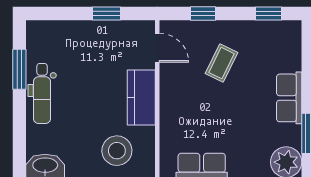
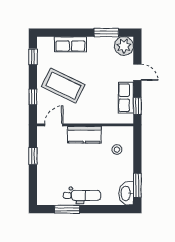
coffee table: (222, 63) -> (63, 86), width x1.86, depth x1.72
row of seats: (289, 98) -> (70, 44), moved
stool: (117, 151) -> (117, 150), width x0.53, depth x0.53

